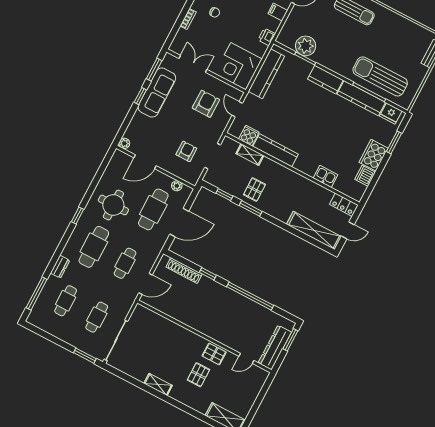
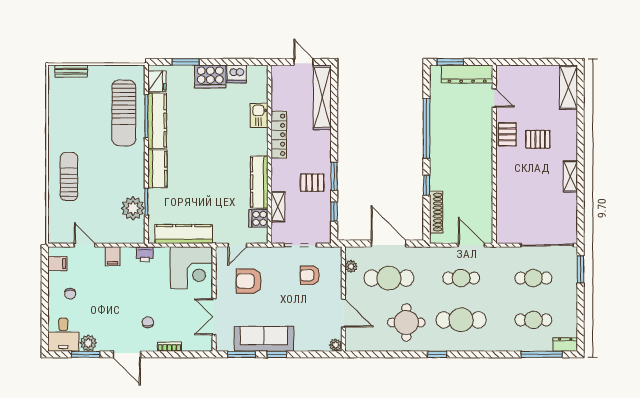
locker: (344, 205) -> (279, 135), moved, width x1.53
dresser: (60, 267) -> (565, 344), moved

